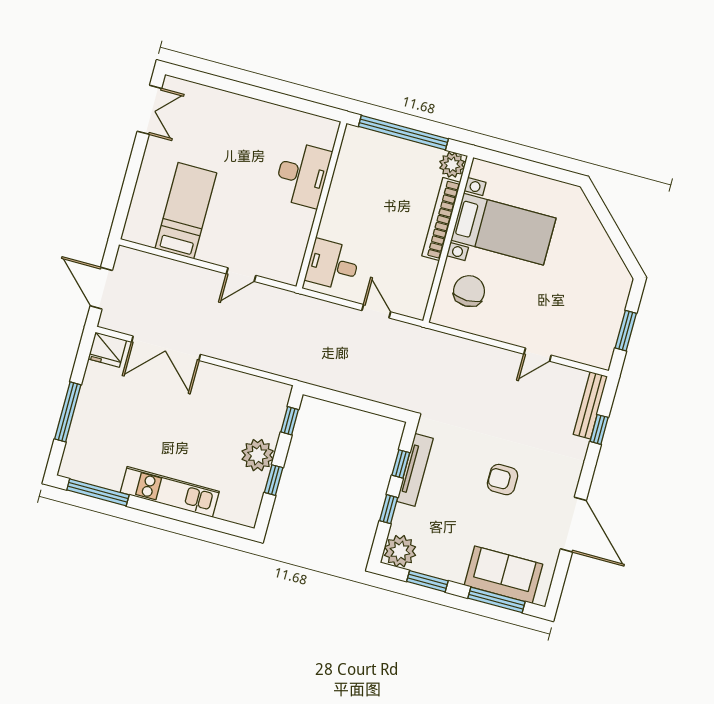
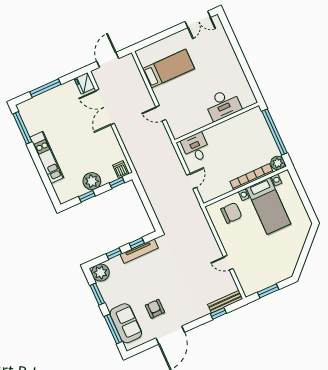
dishwasher: (275, 400) -> (121, 170), added
armchair: (502, 480) -> (155, 309), moved

